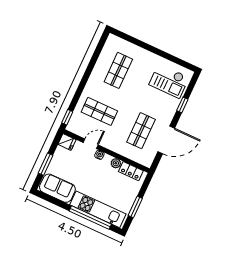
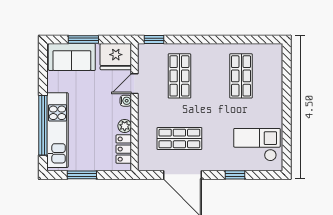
shop shelf: (118, 70) -> (241, 76), turned 90
checkout: (169, 81) -> (257, 145), turned 90
fridge: (67, 142) -> (116, 57), width x1.88, depth x1.34
door: (91, 144) -> (135, 84), swing flipped
sofa: (57, 188) -> (72, 57), moved, turned 90

